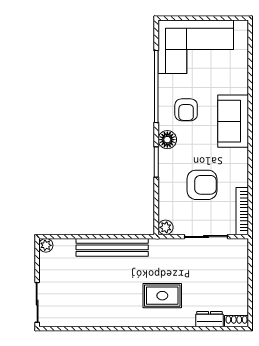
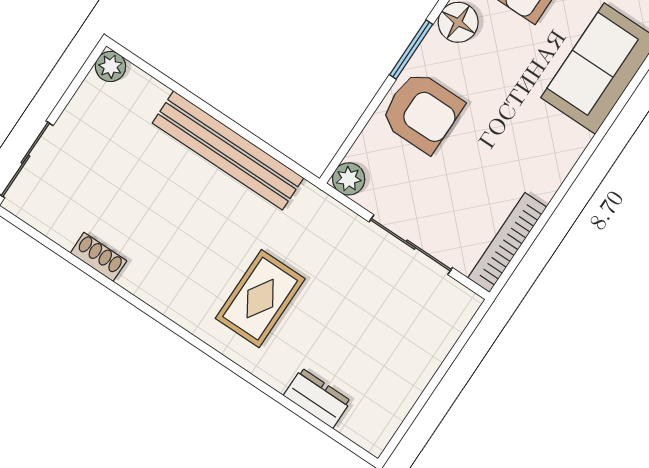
armchair: (202, 185) -> (422, 112), moved
rug: (162, 296) -> (260, 299), turned 90
shoe rack: (236, 321) -> (98, 257), moved

